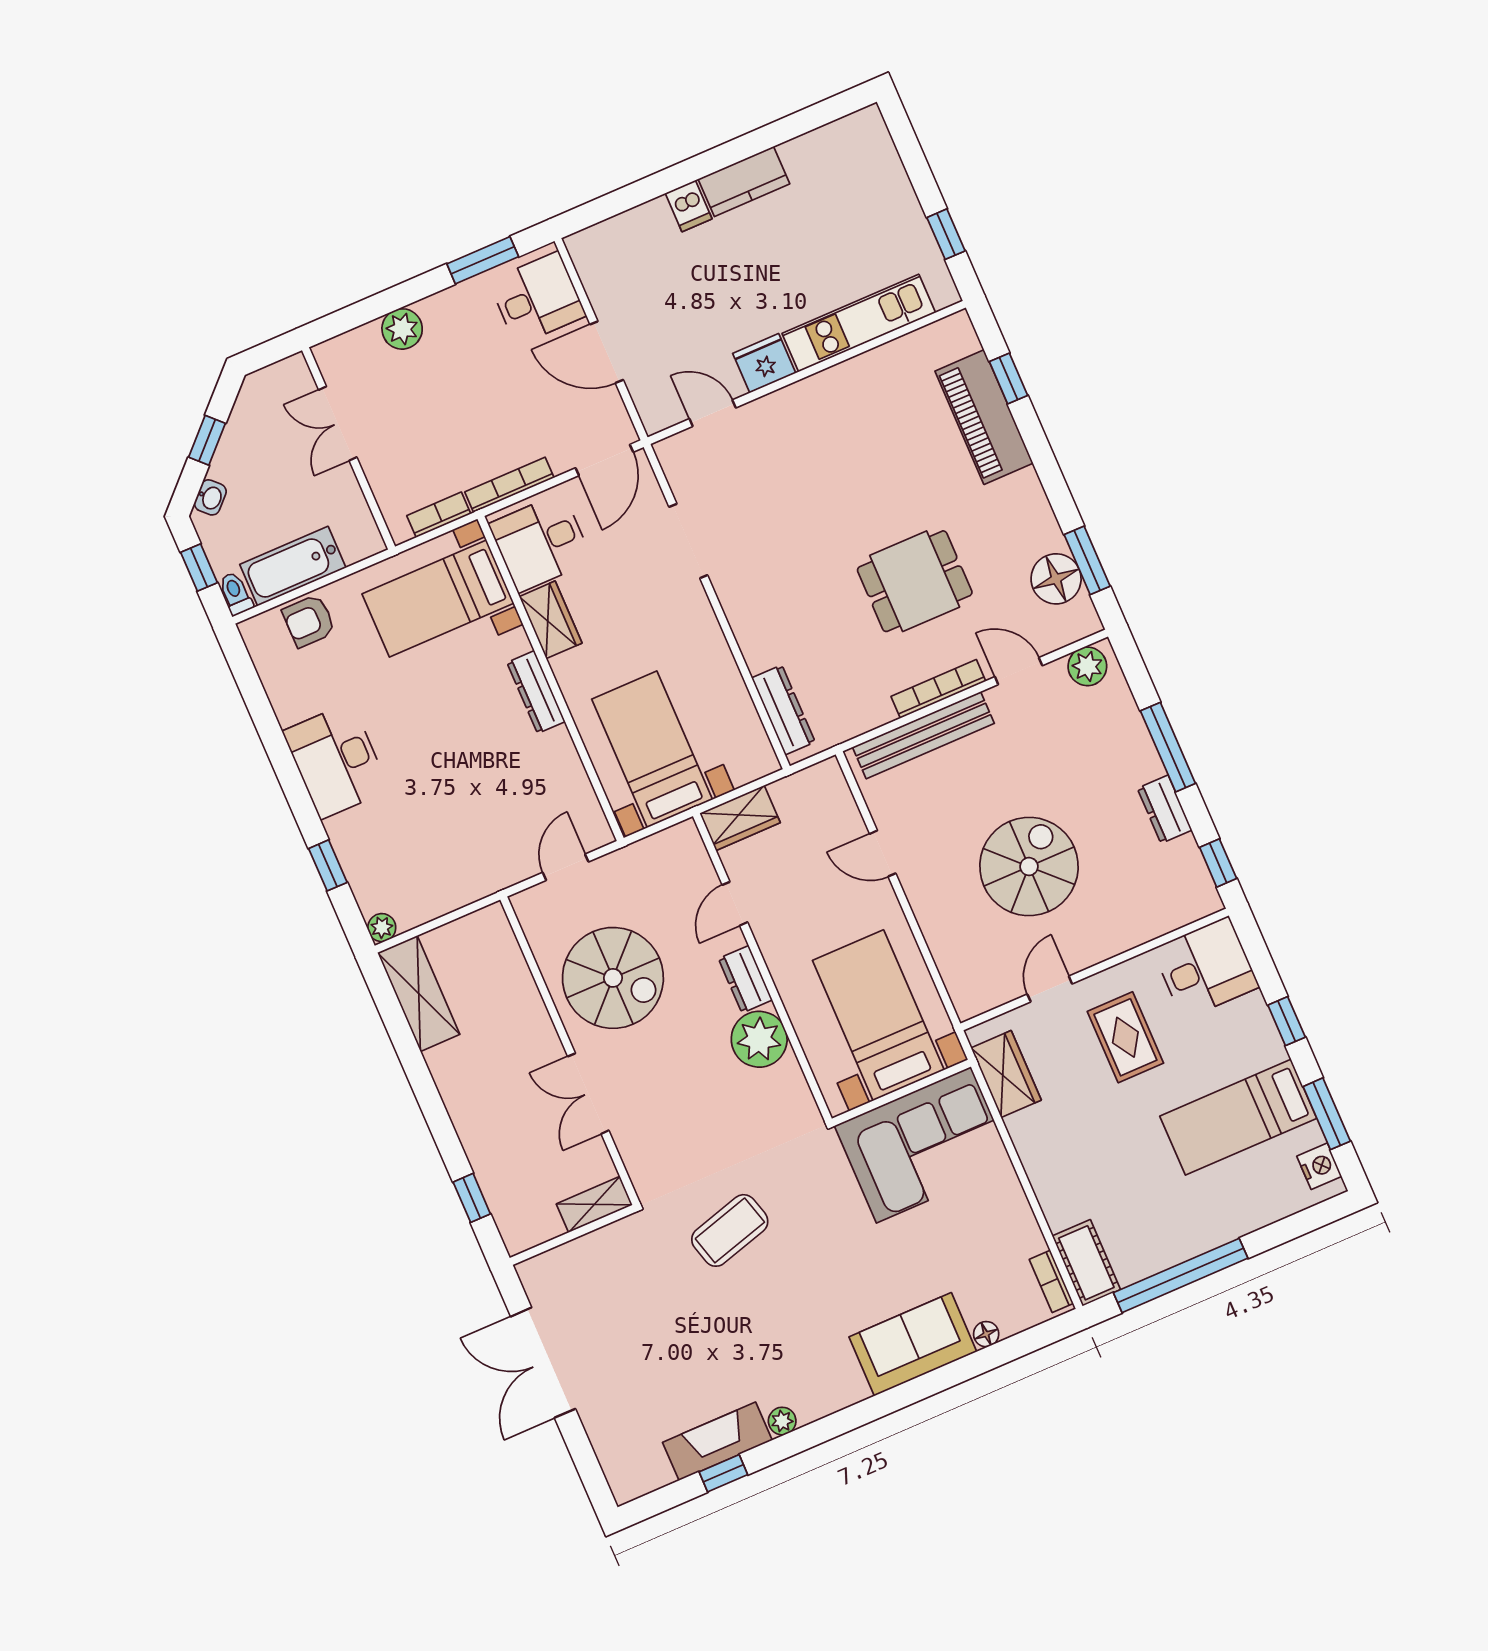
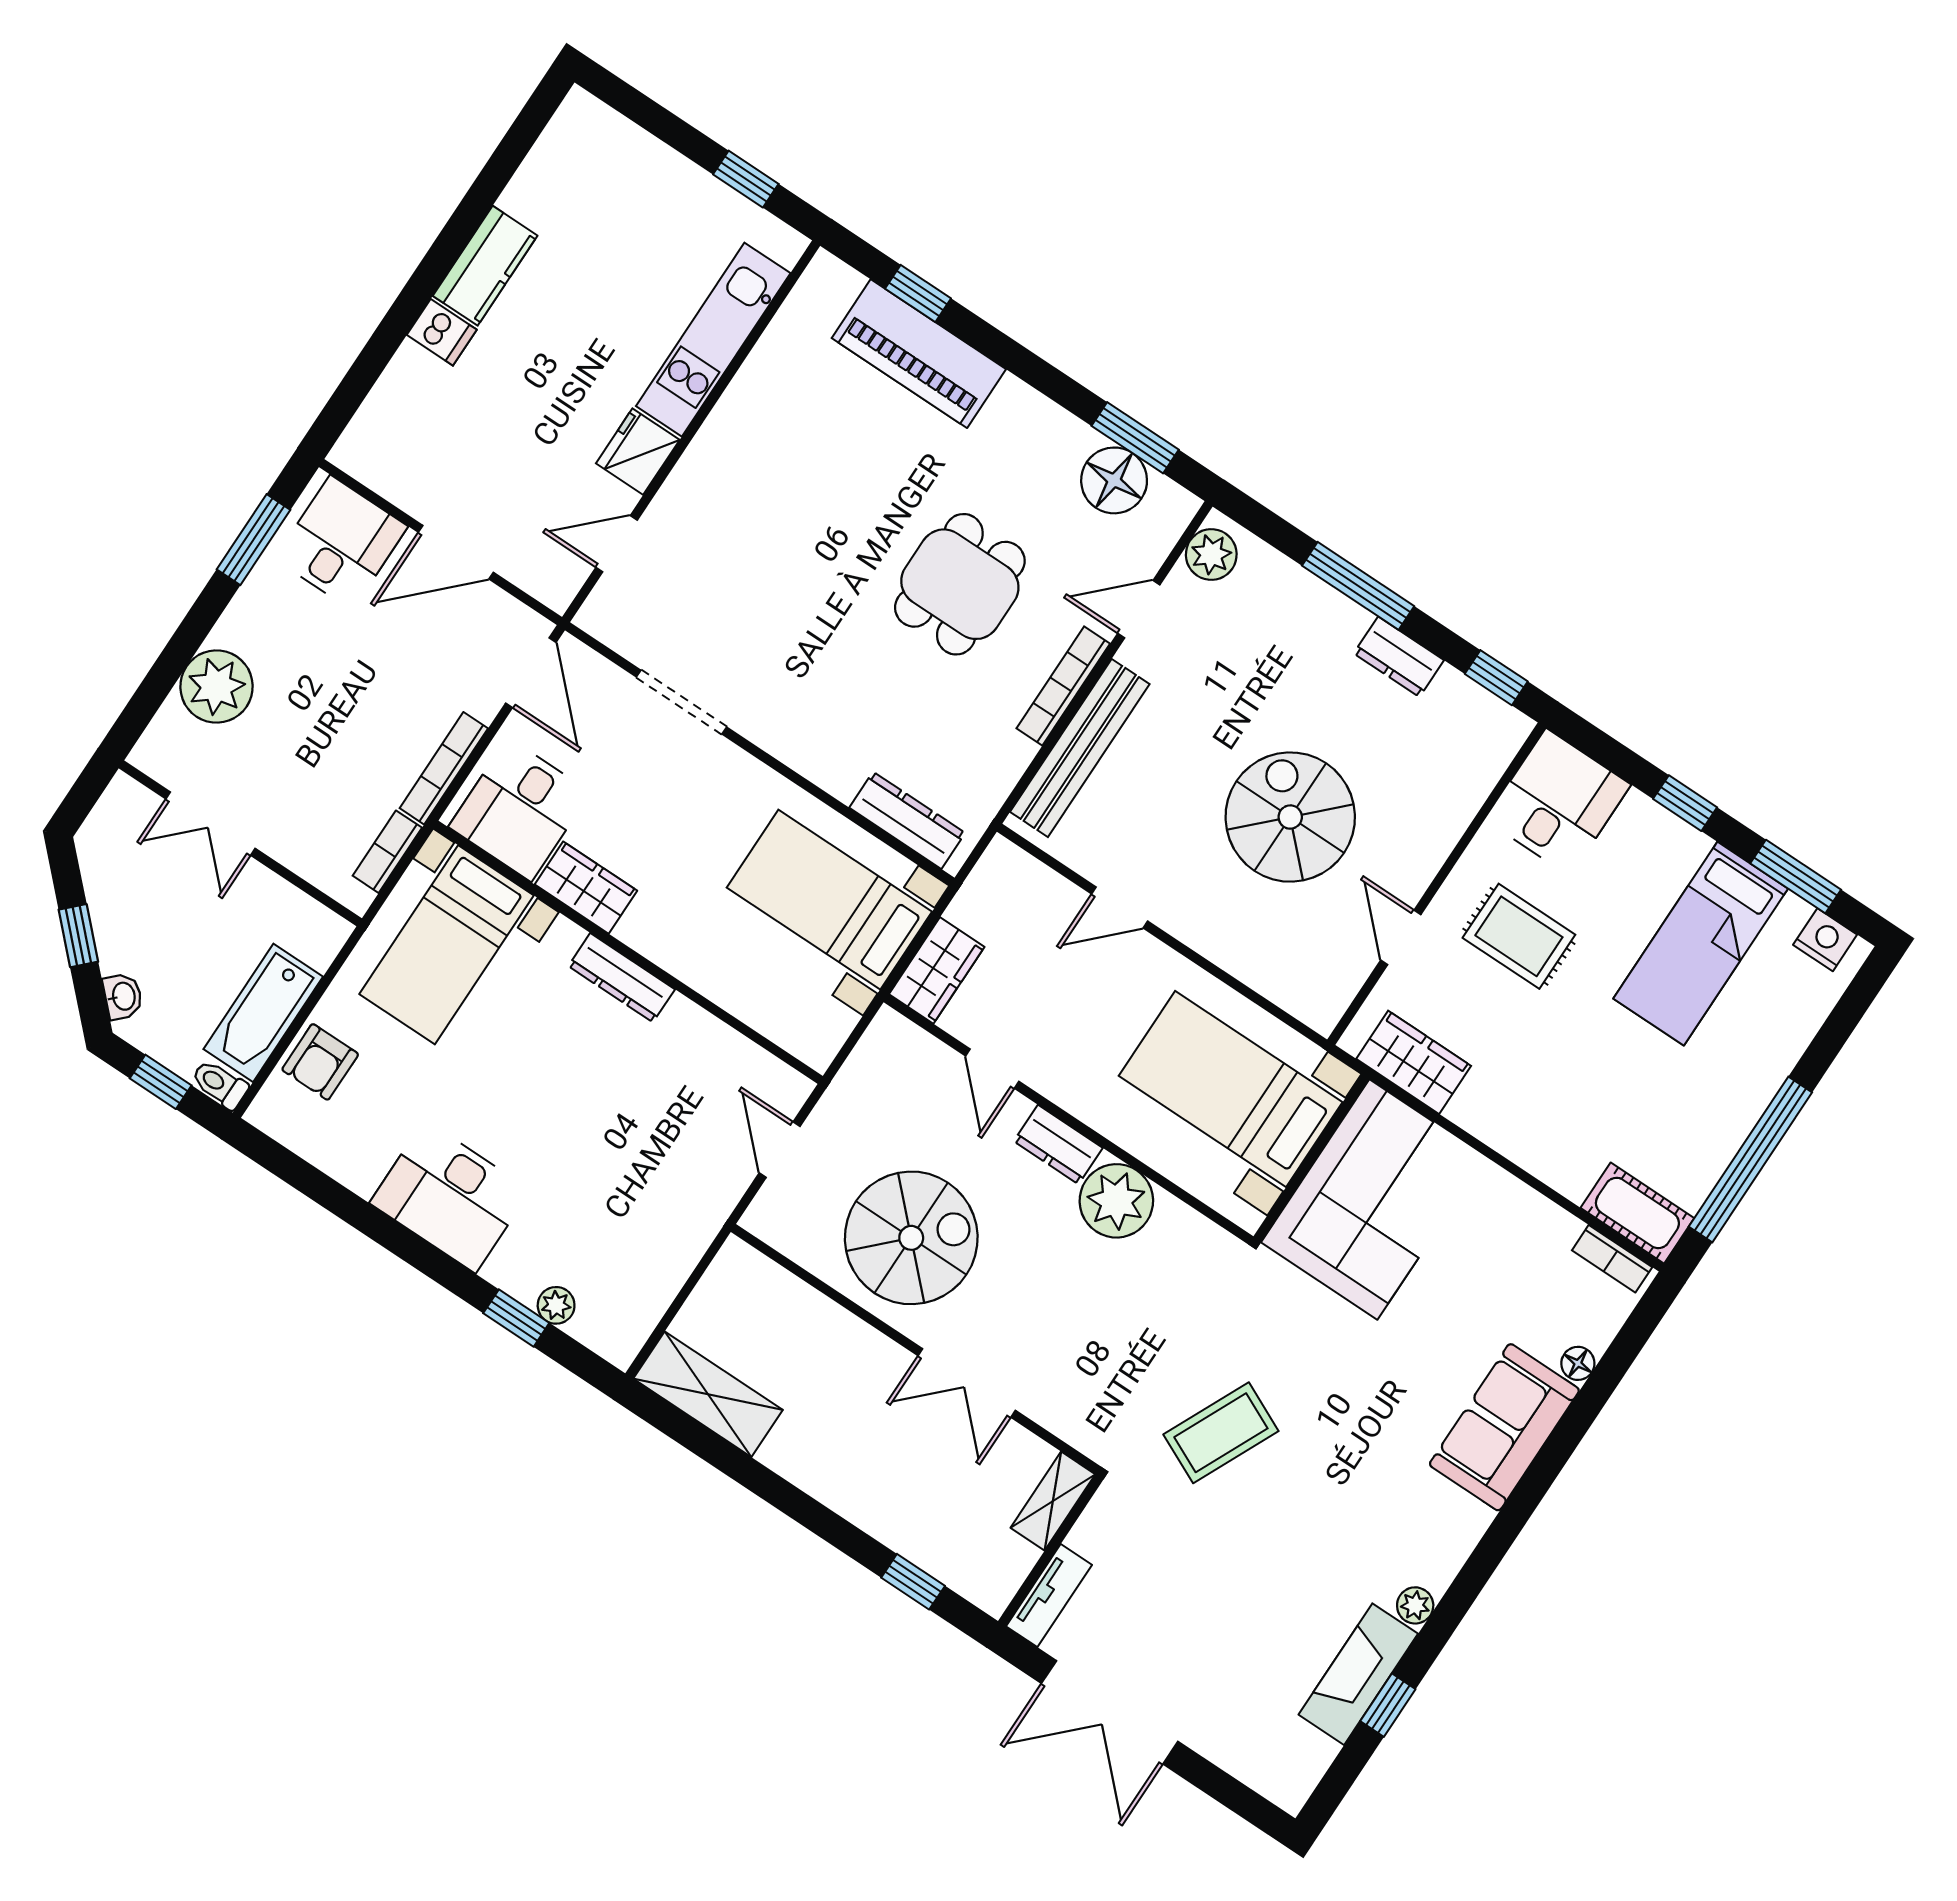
plant: (402, 329) -> (216, 687), width x1.36, depth x1.36
bed with nightstands: (652, 749) -> (829, 900), moved
plant: (382, 928) -> (556, 1305), moved
coffee table: (730, 1230) -> (1221, 1433), turned 41
tv unit: (553, 1263) -> (1049, 1596), added

